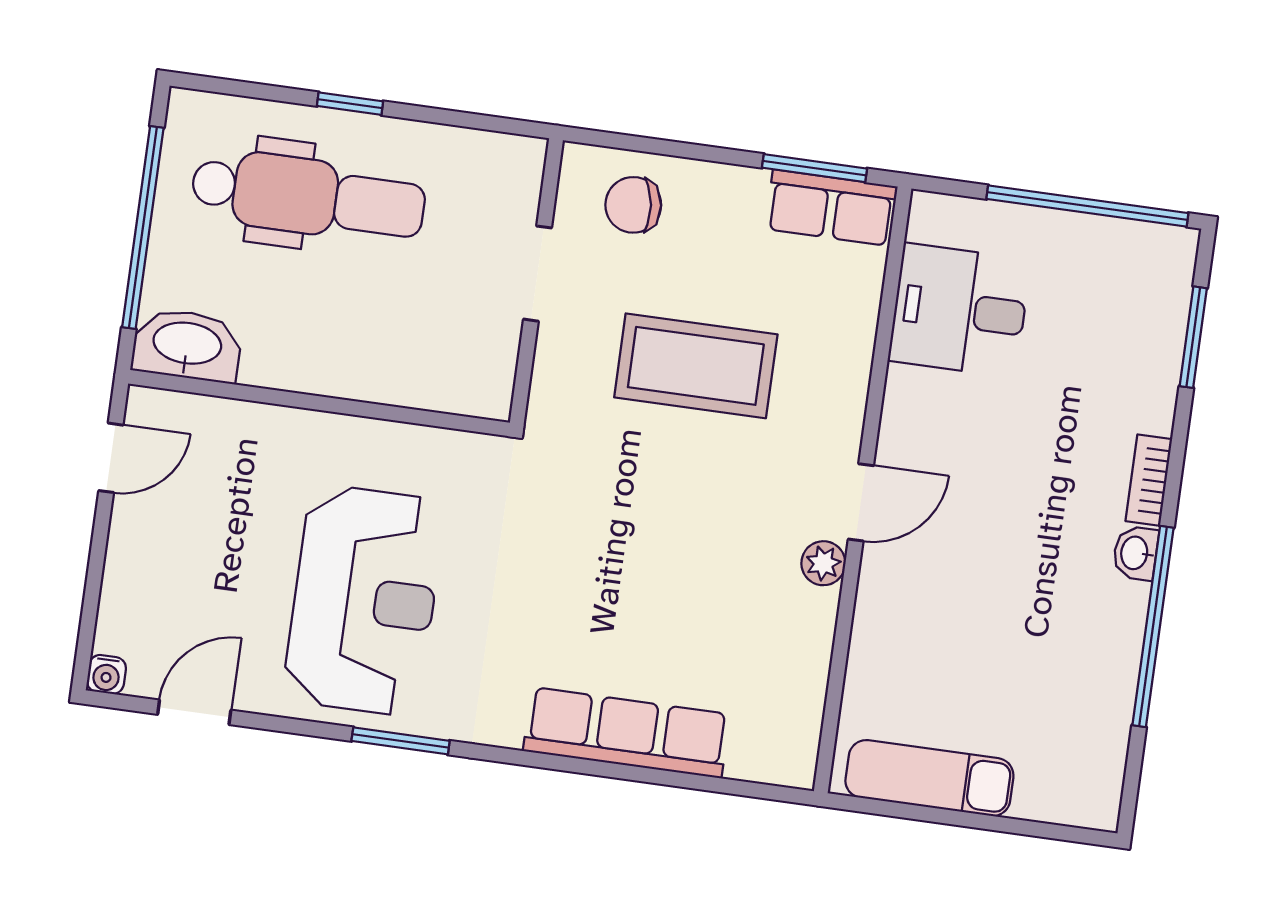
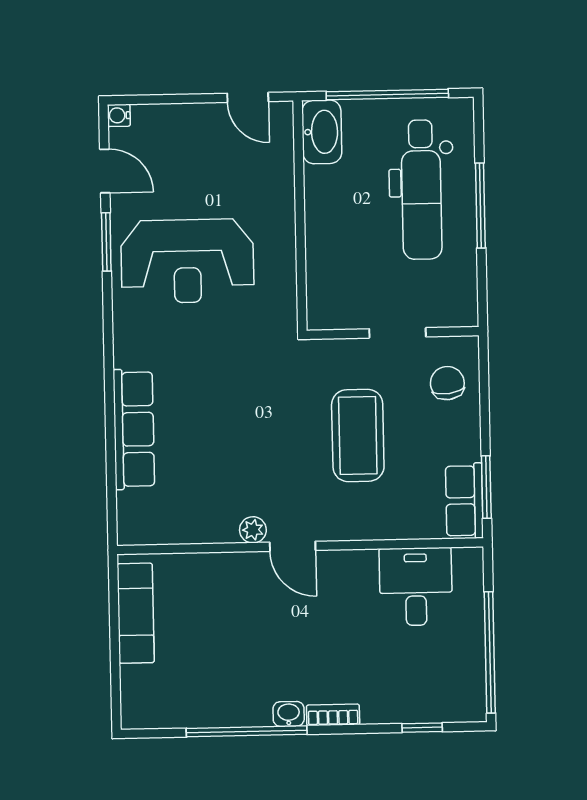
window: (350, 104) -> (480, 206), width x2.17
window: (1193, 337) -> (422, 728), width x0.67
window: (401, 741) -> (106, 242), moved

